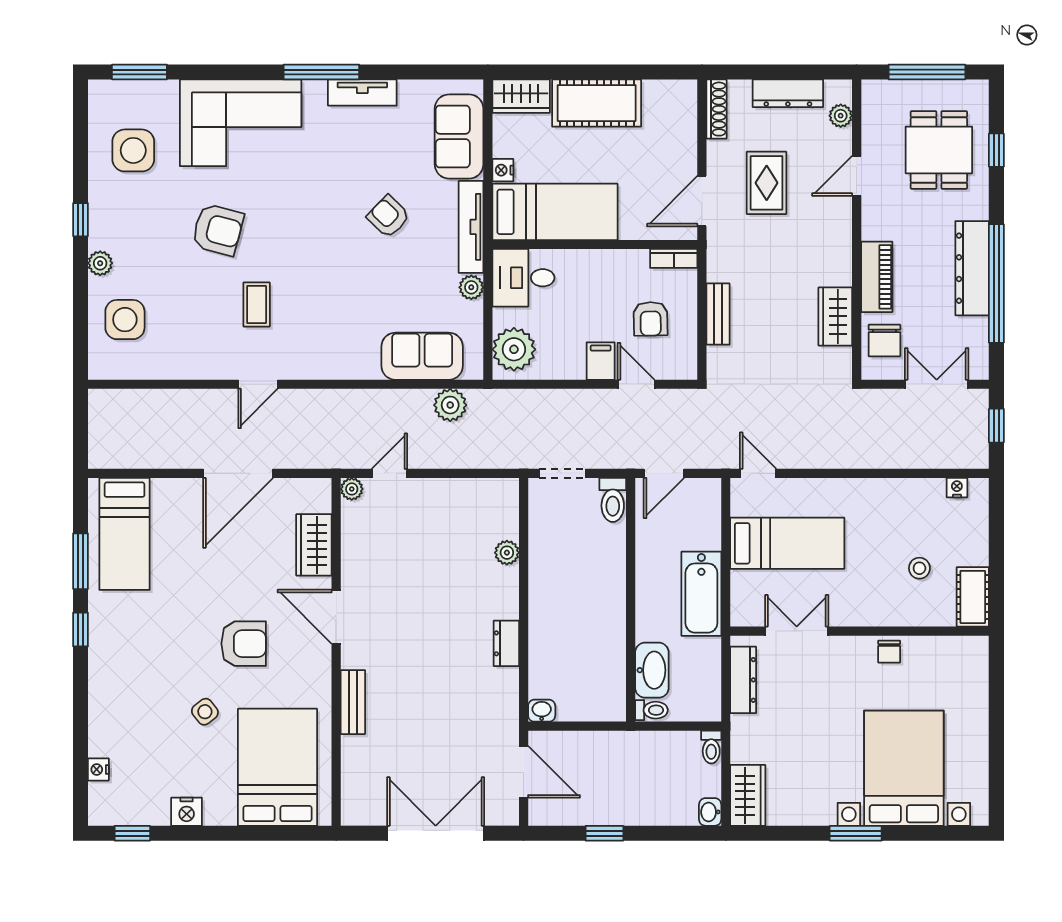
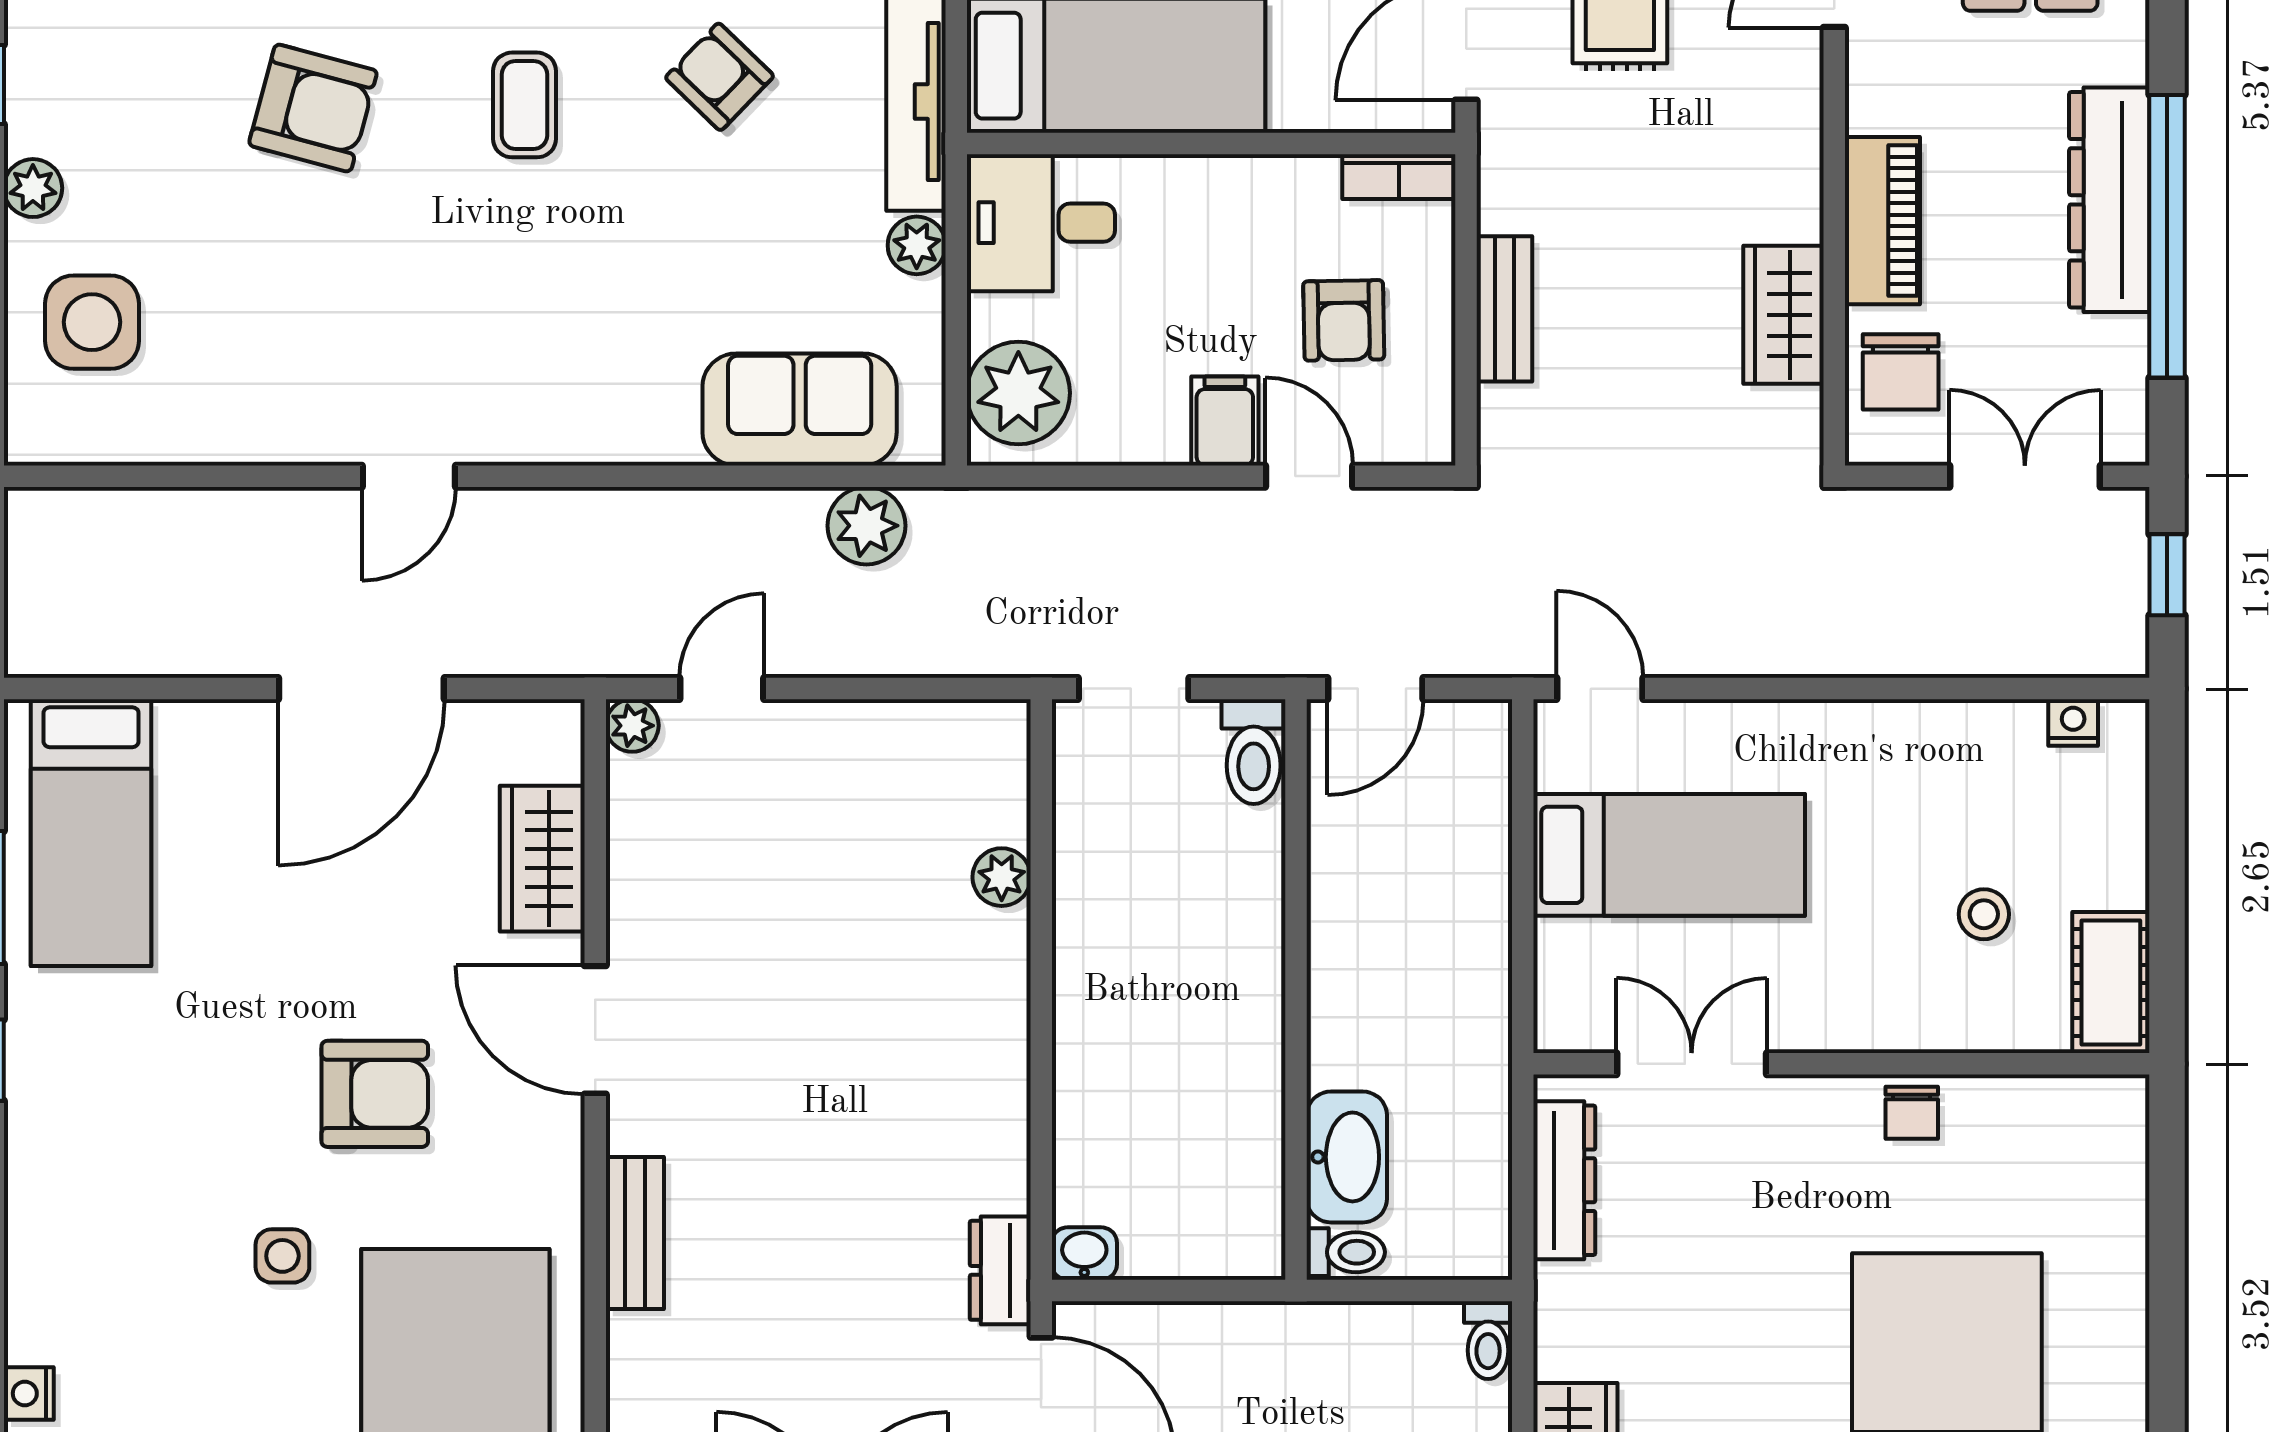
coffee table: (257, 304) -> (524, 105), moved
bathtub: (701, 594) -> (1465, 975), removed
dresser: (506, 643) -> (1000, 1270), moved
side table: (205, 712) -> (282, 1256), turned 38

